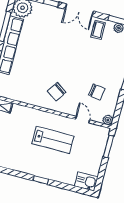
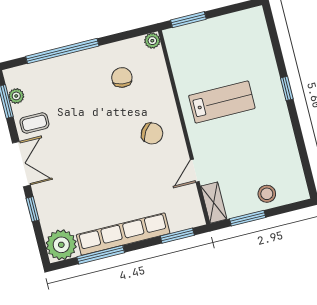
door: (83, 120) -> (195, 171), moved
lab bench: (53, 140) -> (222, 102), turned 90
kitchen sink: (86, 182) -> (255, 24), removed

